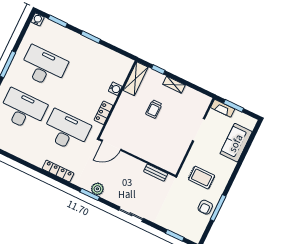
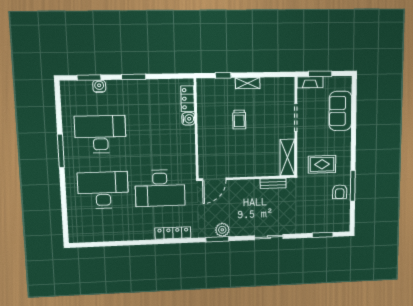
water cooler: (37, 19) -> (99, 86), moved
shelving: (136, 79) -> (287, 157), moved
locker: (104, 113) -> (188, 99), moved
desk: (66, 131) -> (160, 188), turned 180

